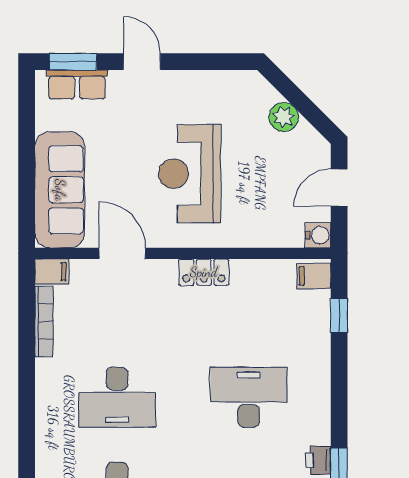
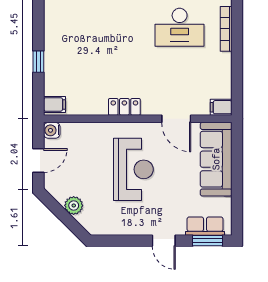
window: (339, 315) -> (38, 62), moved
bookcase: (44, 322) -> (226, 29), moved
desk: (117, 397) -> (180, 27), turned 180
desk: (249, 397) -> (96, 27), removed

